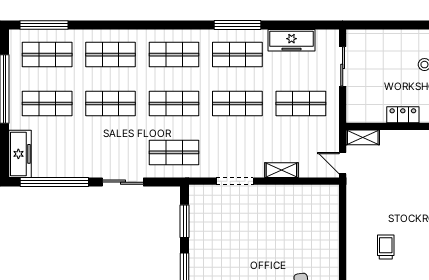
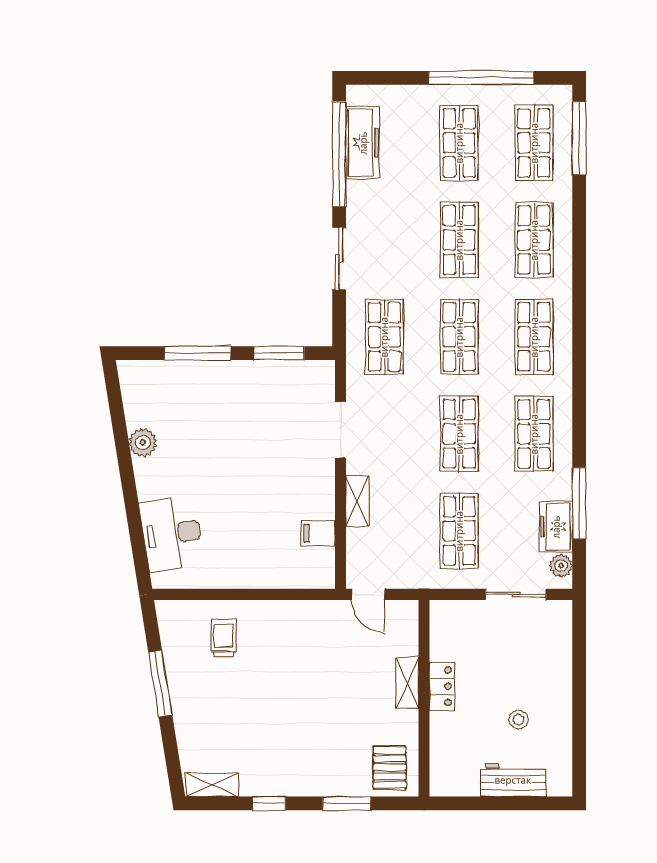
window: (238, 25) -> (579, 503), moved
plant: (324, 37) -> (561, 566), added
freezer: (292, 40) -> (556, 527), width x0.71
shelving: (363, 137) -> (407, 683), moved
freezer: (20, 154) -> (363, 143), moved, turned -90
door: (343, 163) -> (368, 594), swing flipped
filing cabinet: (303, 196) -> (318, 533), added
trolley: (386, 247) -> (223, 638), moved, turned -90

